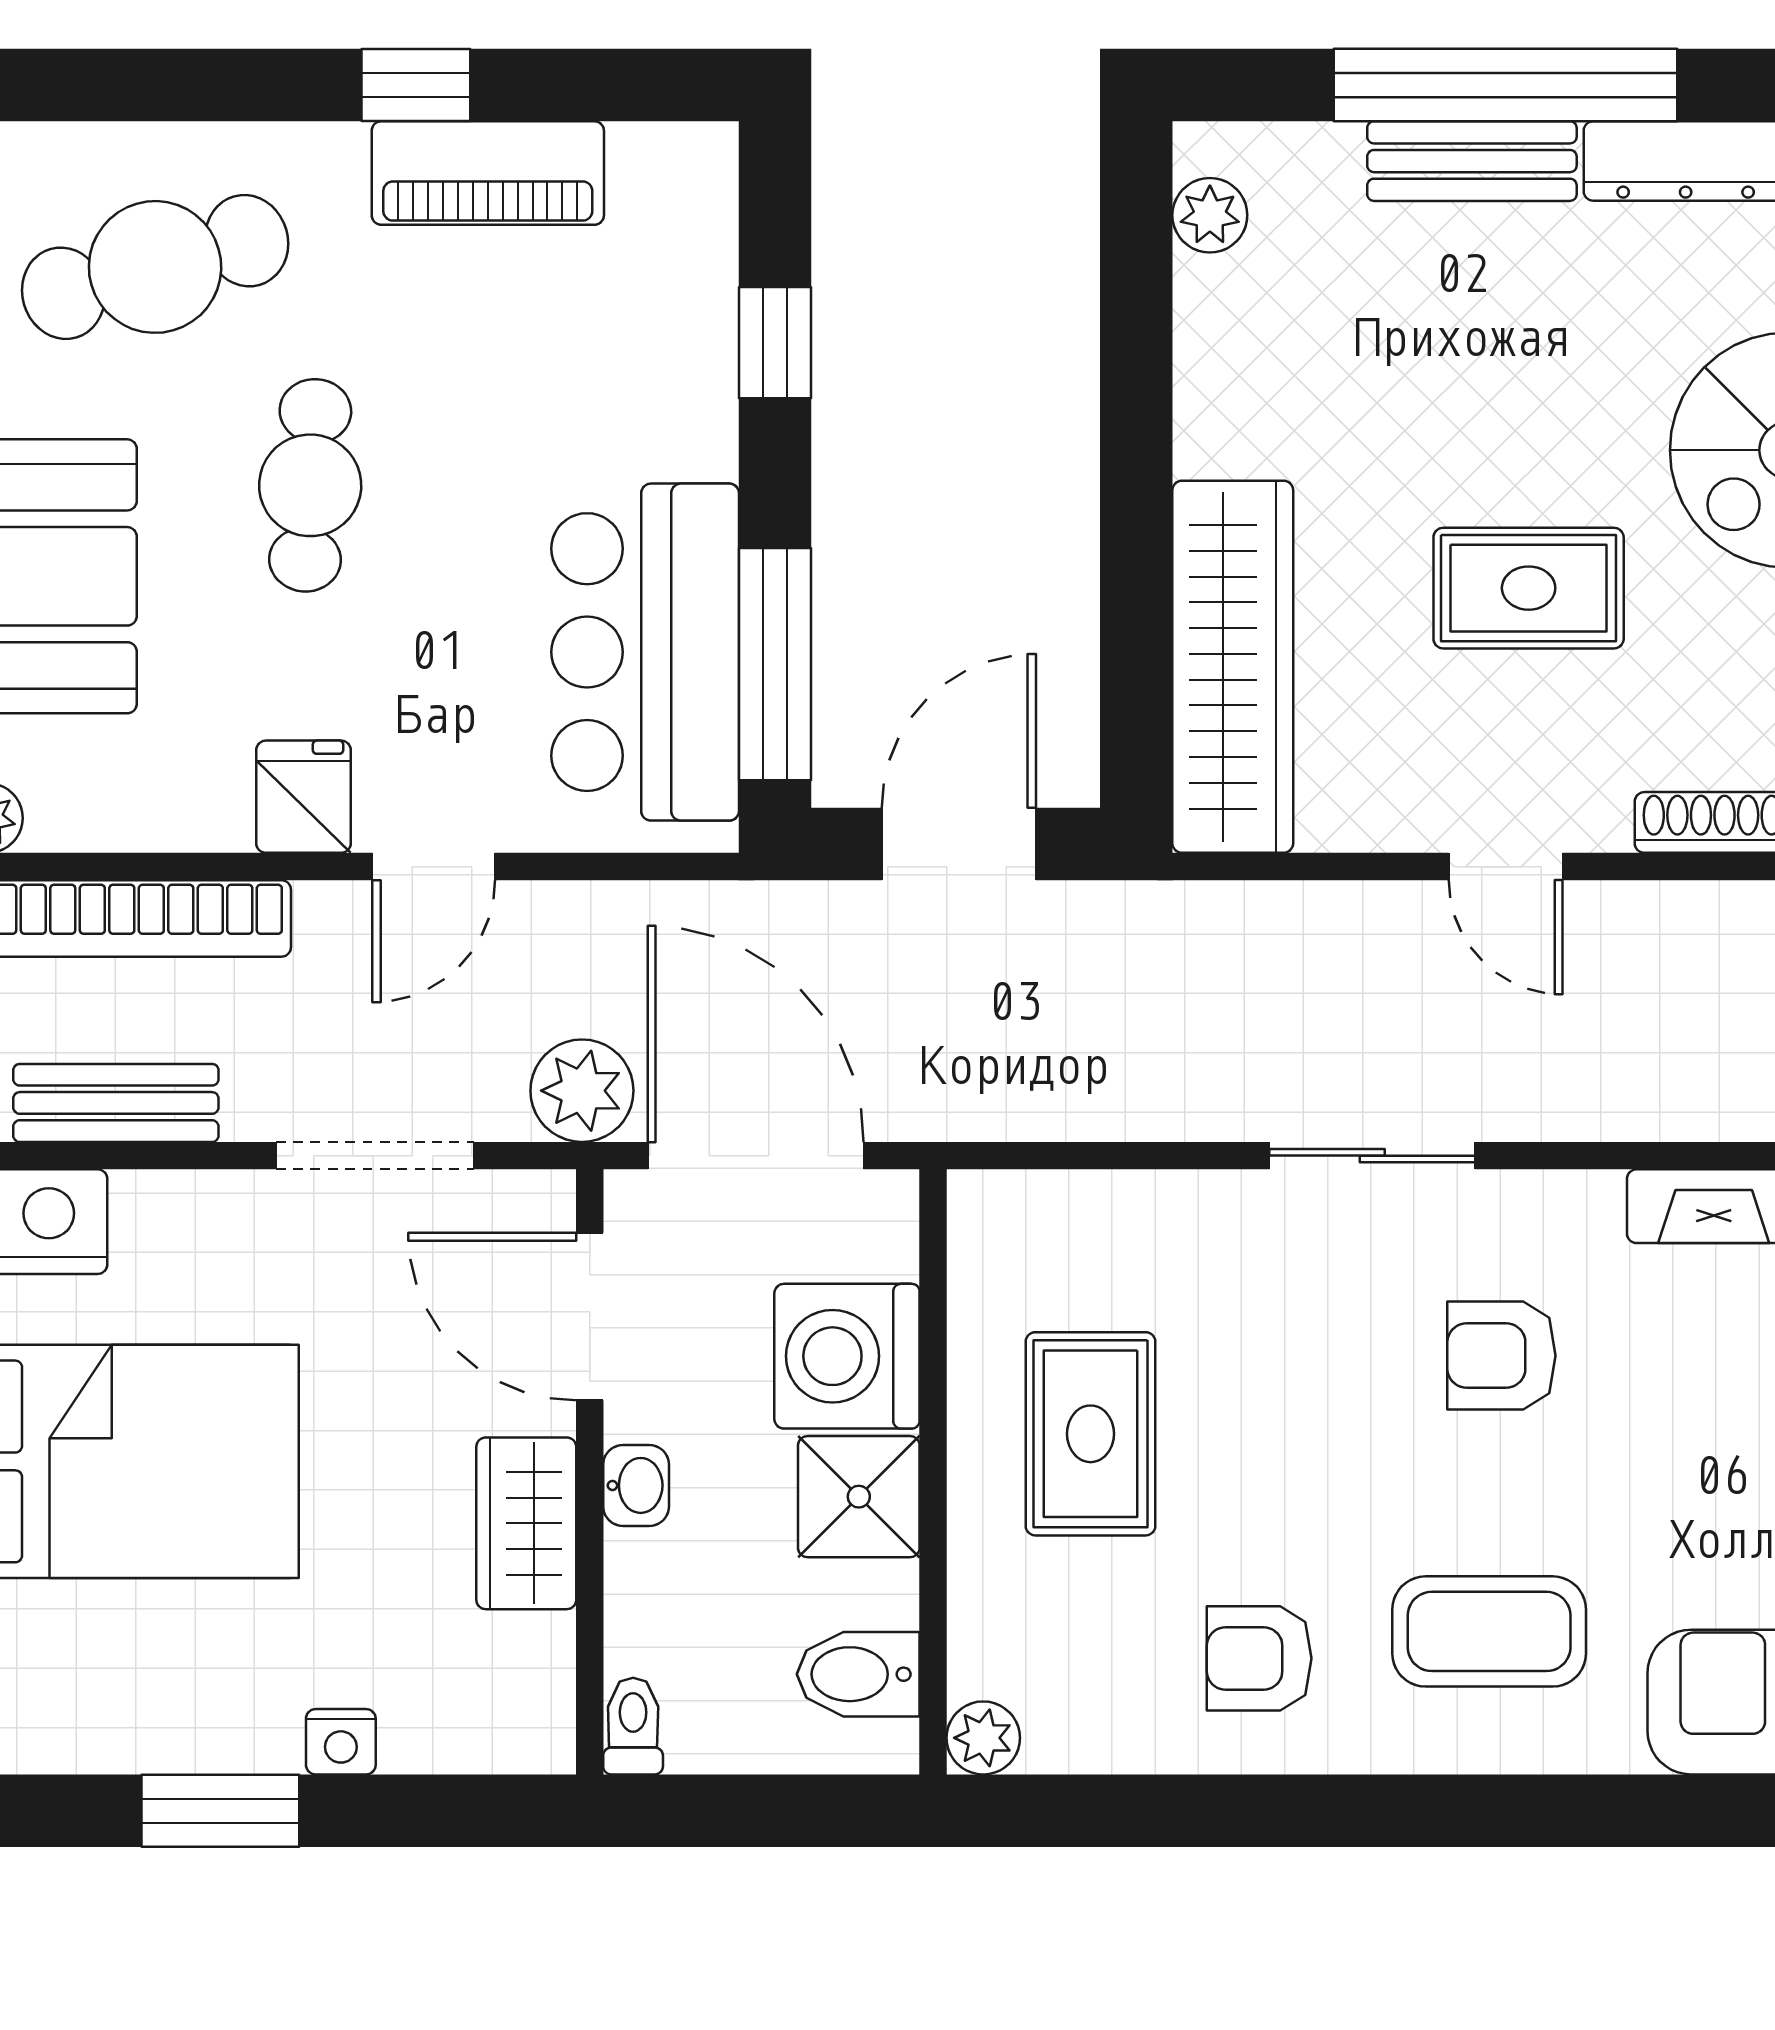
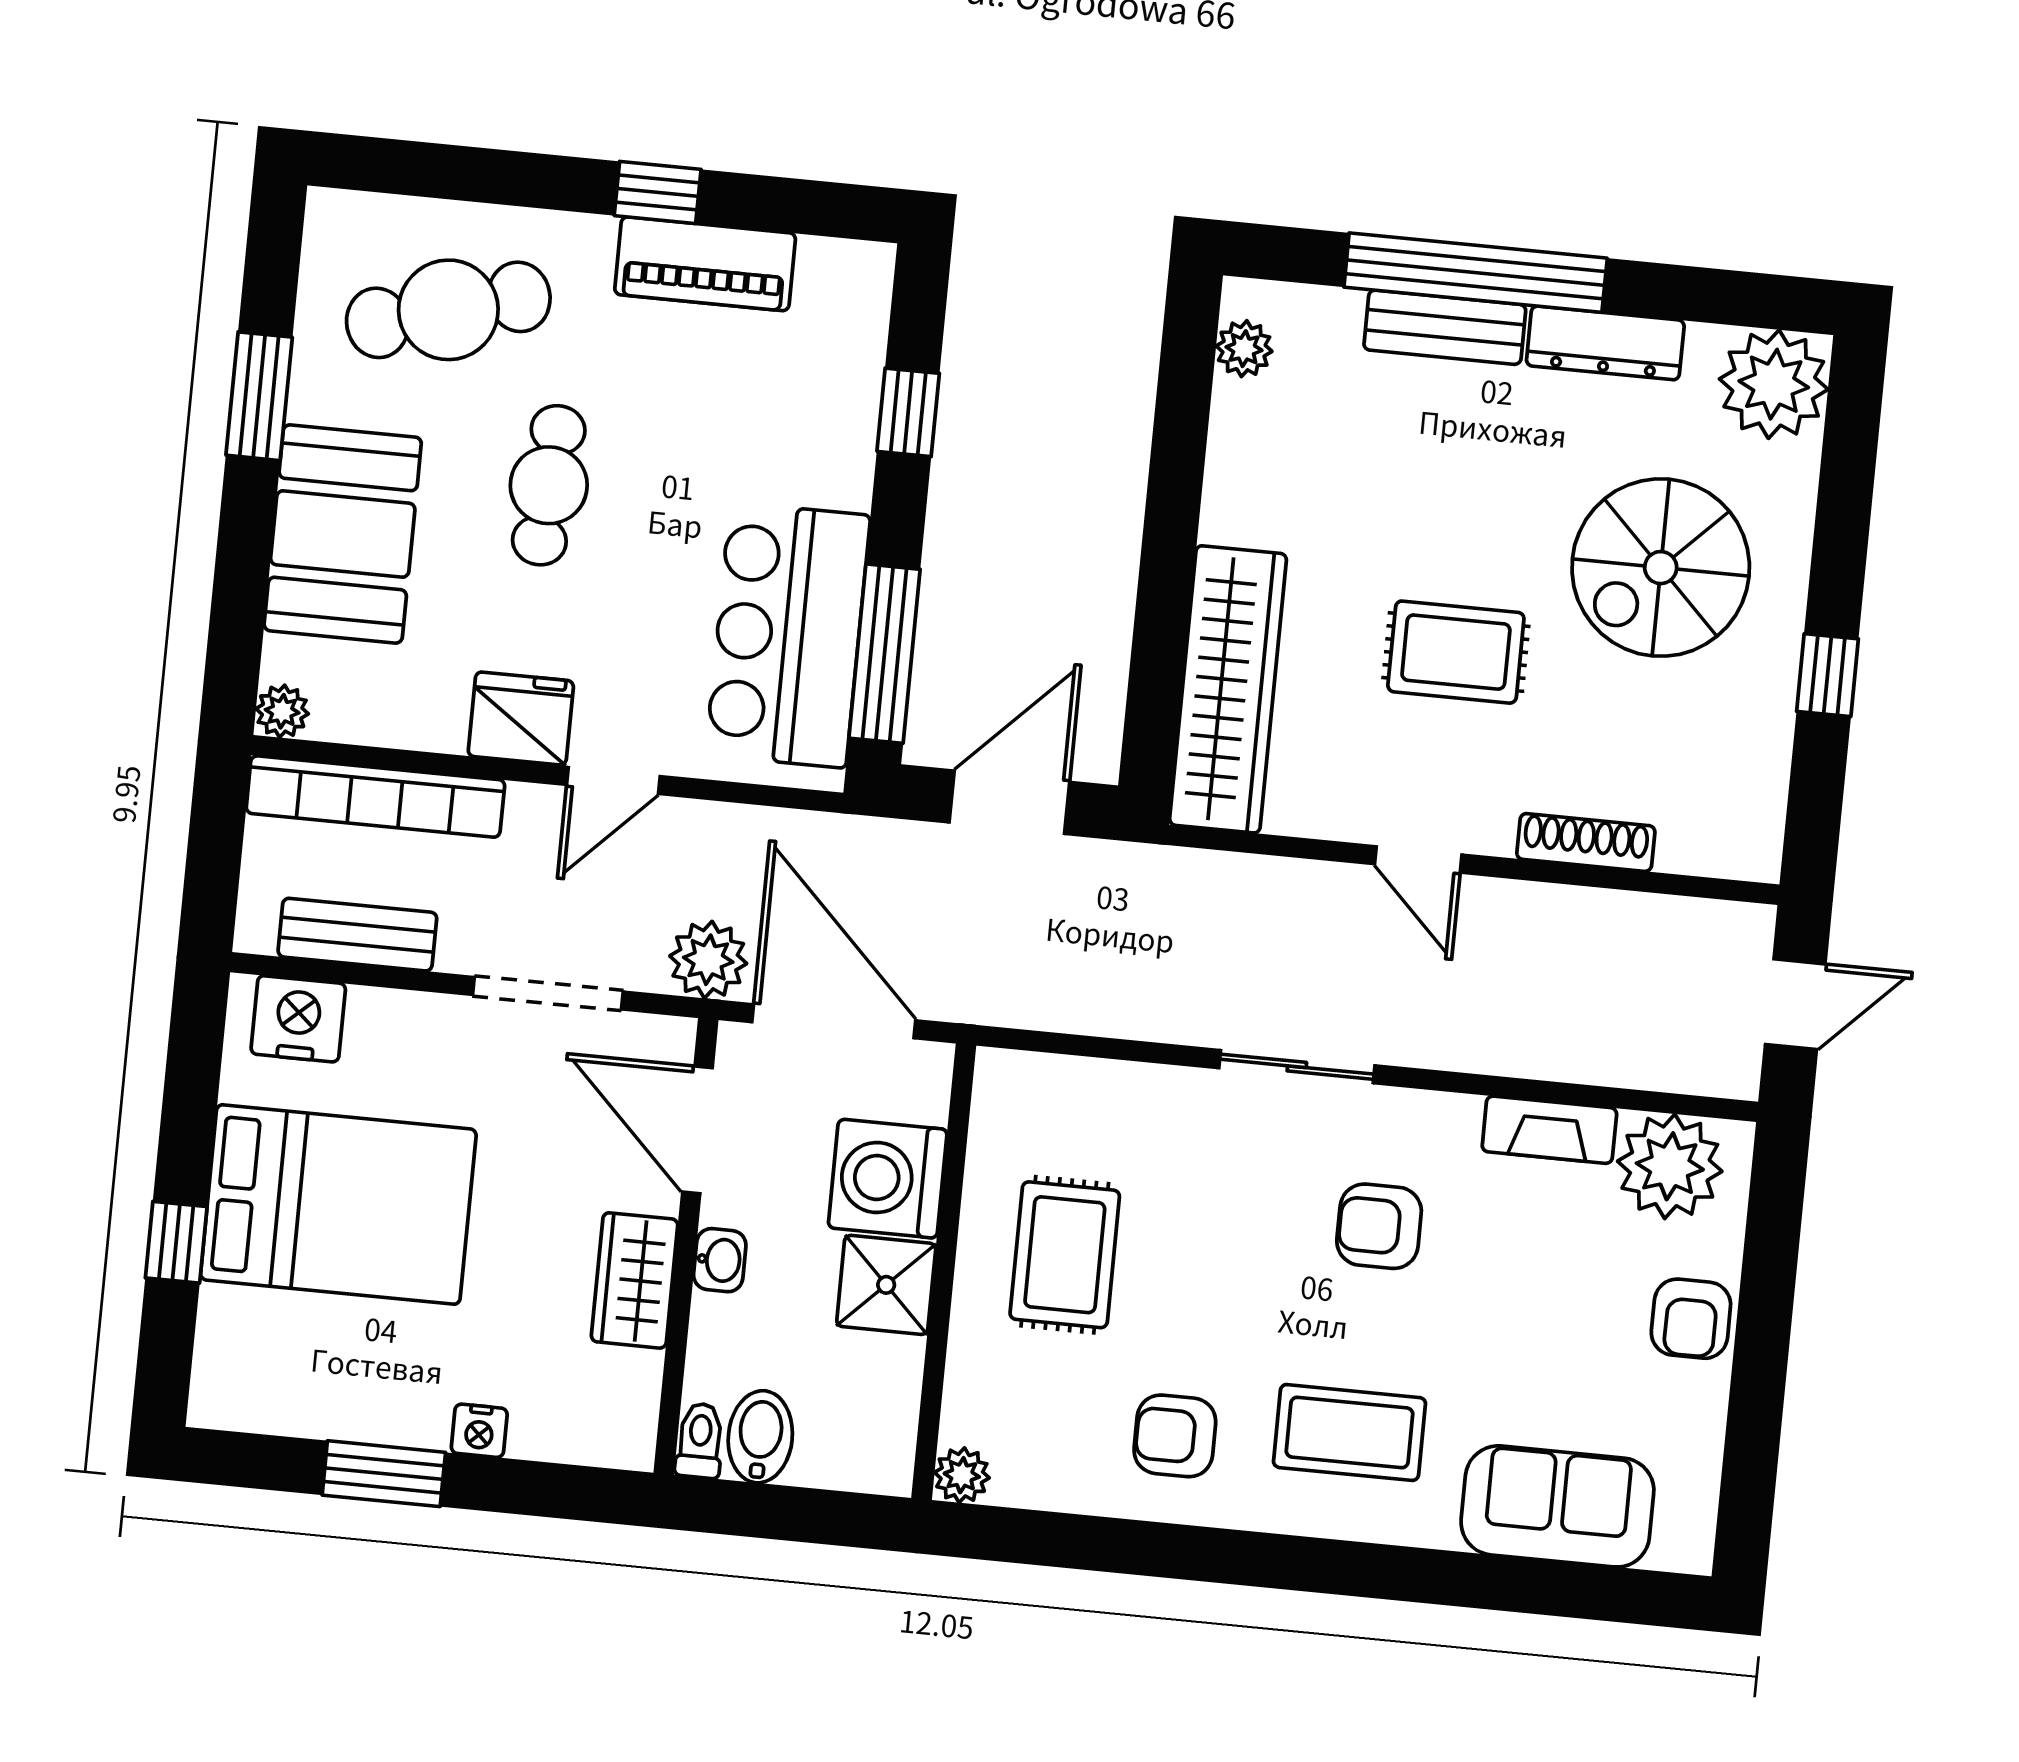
fridge: (304, 797) -> (521, 719), width x1.38
bidet: (858, 1674) -> (760, 1437), moved, turned 90

